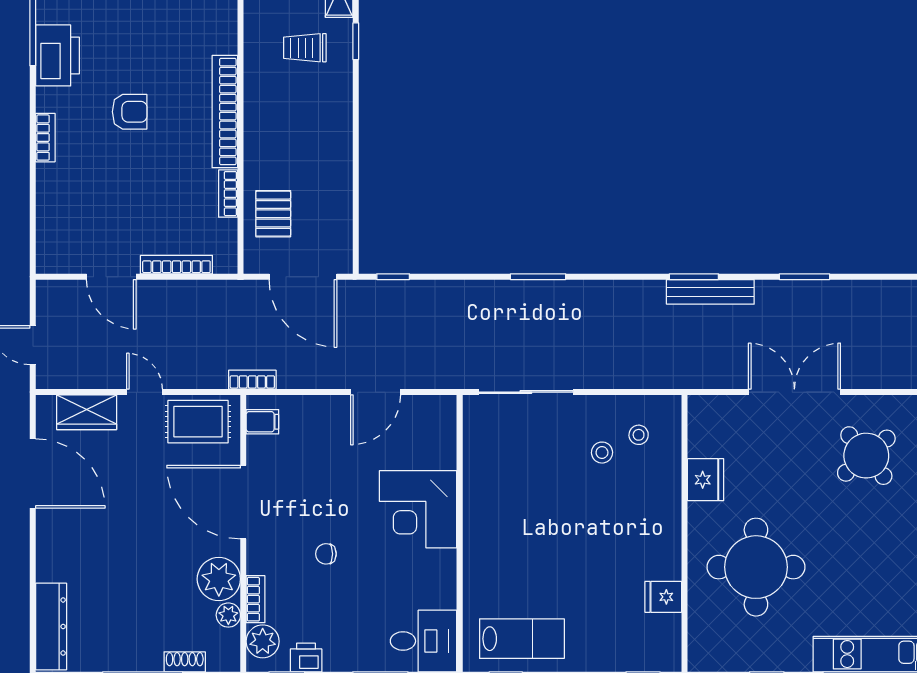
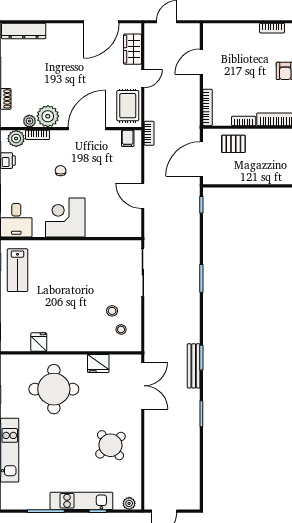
bookcase: (176, 265) -> (208, 107), moved
double door: (794, 392) -> (143, 386), moved
corner desk: (418, 509) -> (65, 217), moved

